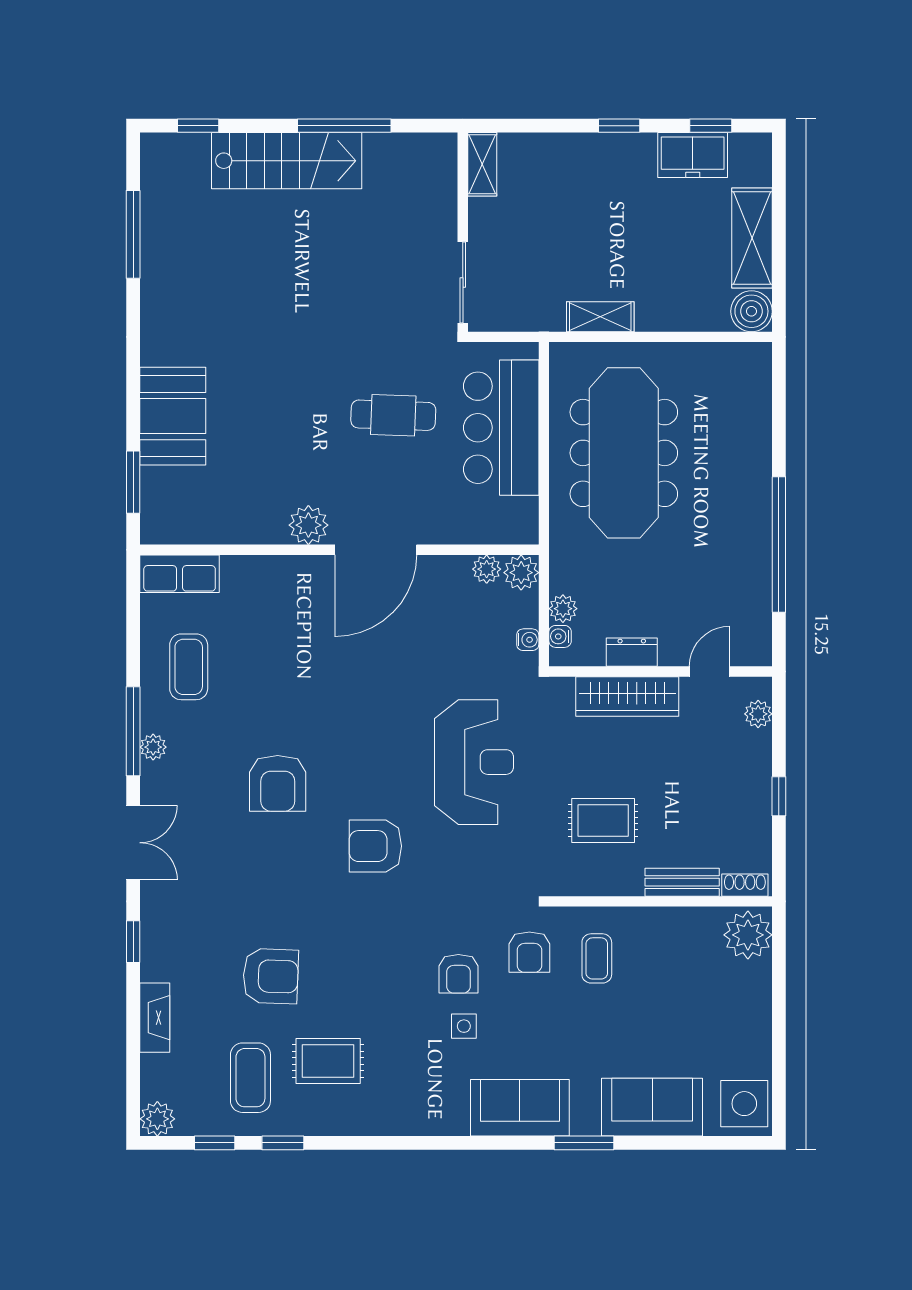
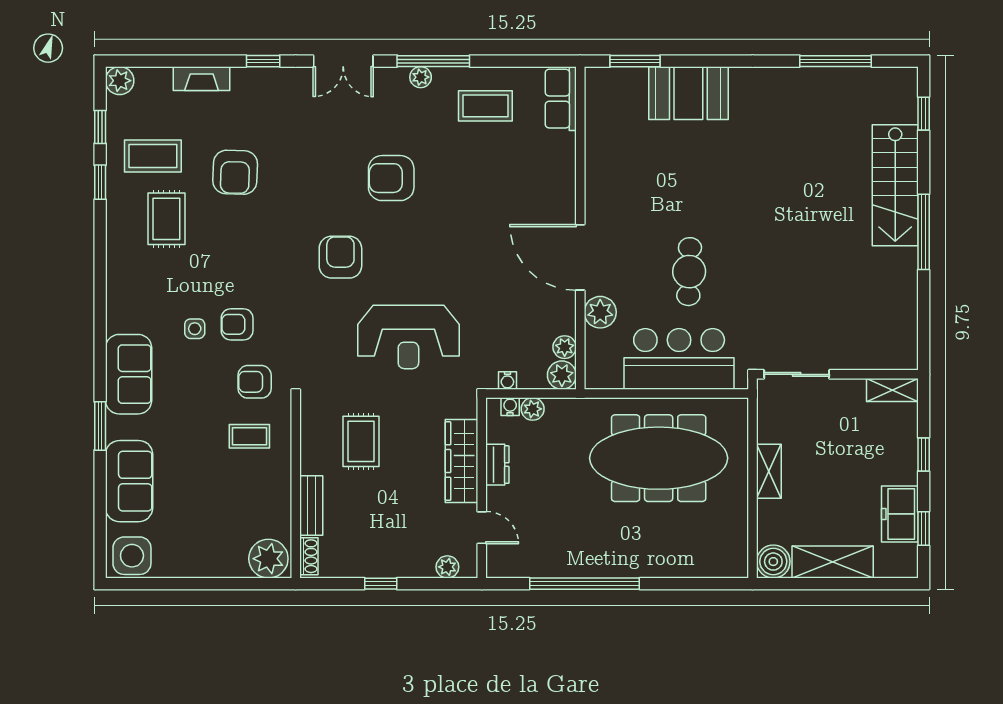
shelving: (482, 164) -> (892, 390), moved
wall: (463, 232) -> (837, 374), moved
sliding door: (463, 282) -> (797, 374), moved
shelving: (600, 317) -> (769, 471), moved
plant: (308, 525) -> (600, 312), moved

